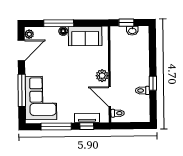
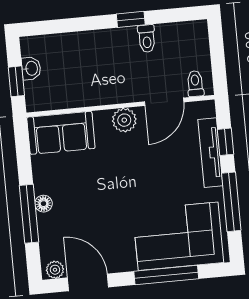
sofa: (85, 36) -> (61, 133), moved, turned 90
tv unit: (87, 118) -> (210, 153), width x1.41

